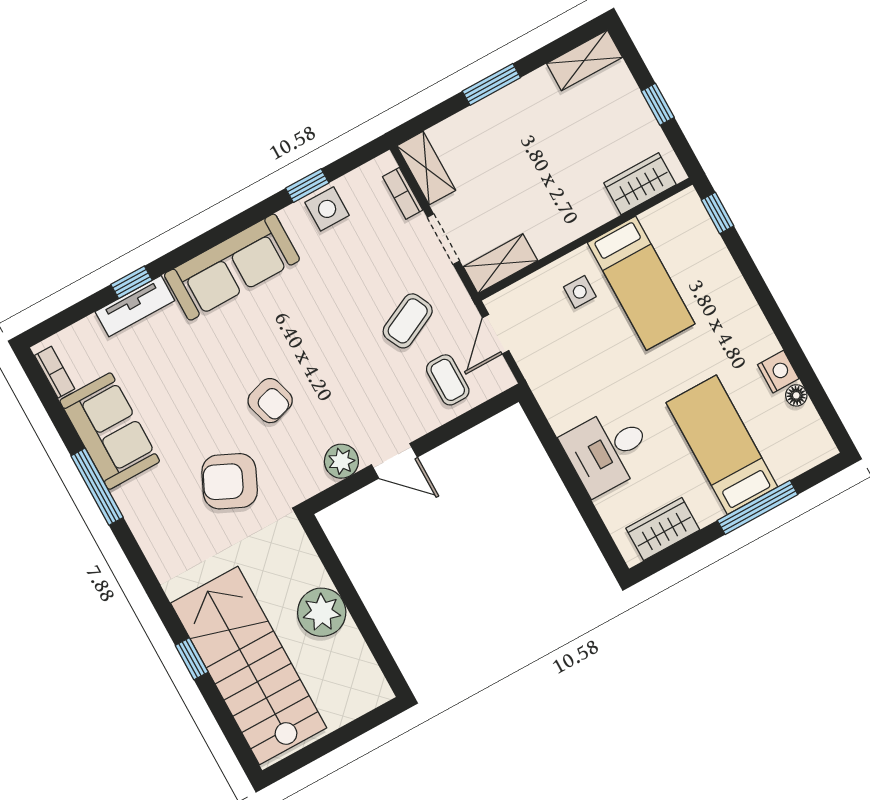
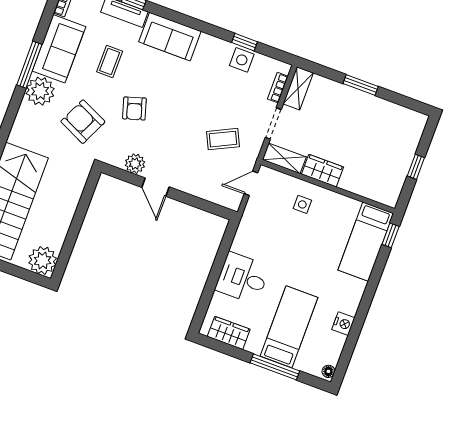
shelving: (584, 60) -> (407, 117), removed
wardrobe: (640, 184) -> (323, 171), moved
sofa: (232, 267) -> (170, 37), width x0.73
bed: (641, 283) -> (366, 242), moved
coffee table: (448, 380) -> (110, 61), moved
floor lamp: (796, 395) -> (328, 371), moved
plant: (143, 502) -> (40, 91), added
plant: (322, 612) -> (43, 261), moved

